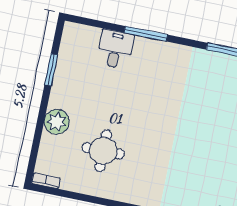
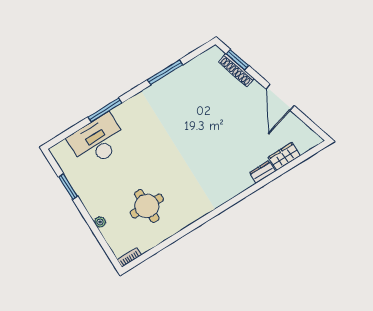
desk: (115, 49) -> (97, 141), width x1.87, depth x1.30
plant: (57, 122) -> (100, 222), width x0.53, depth x0.53

